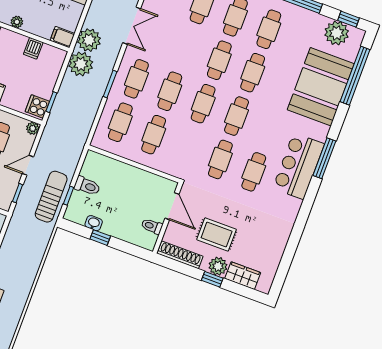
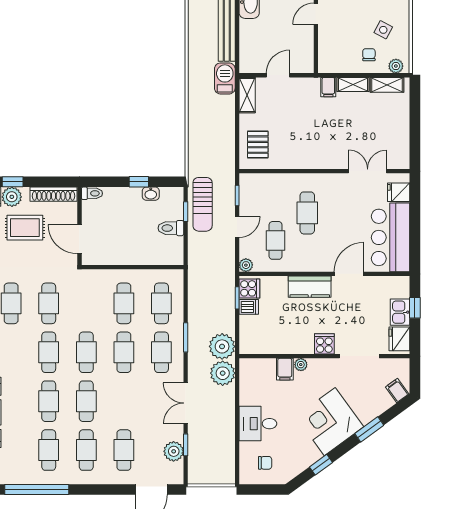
filing cabinet: (62, 37) -> (285, 369), moved, turned 90
dishwasher: (33, 48) -> (249, 307), moved, turned 90
toilet: (152, 226) -> (92, 193), moved

